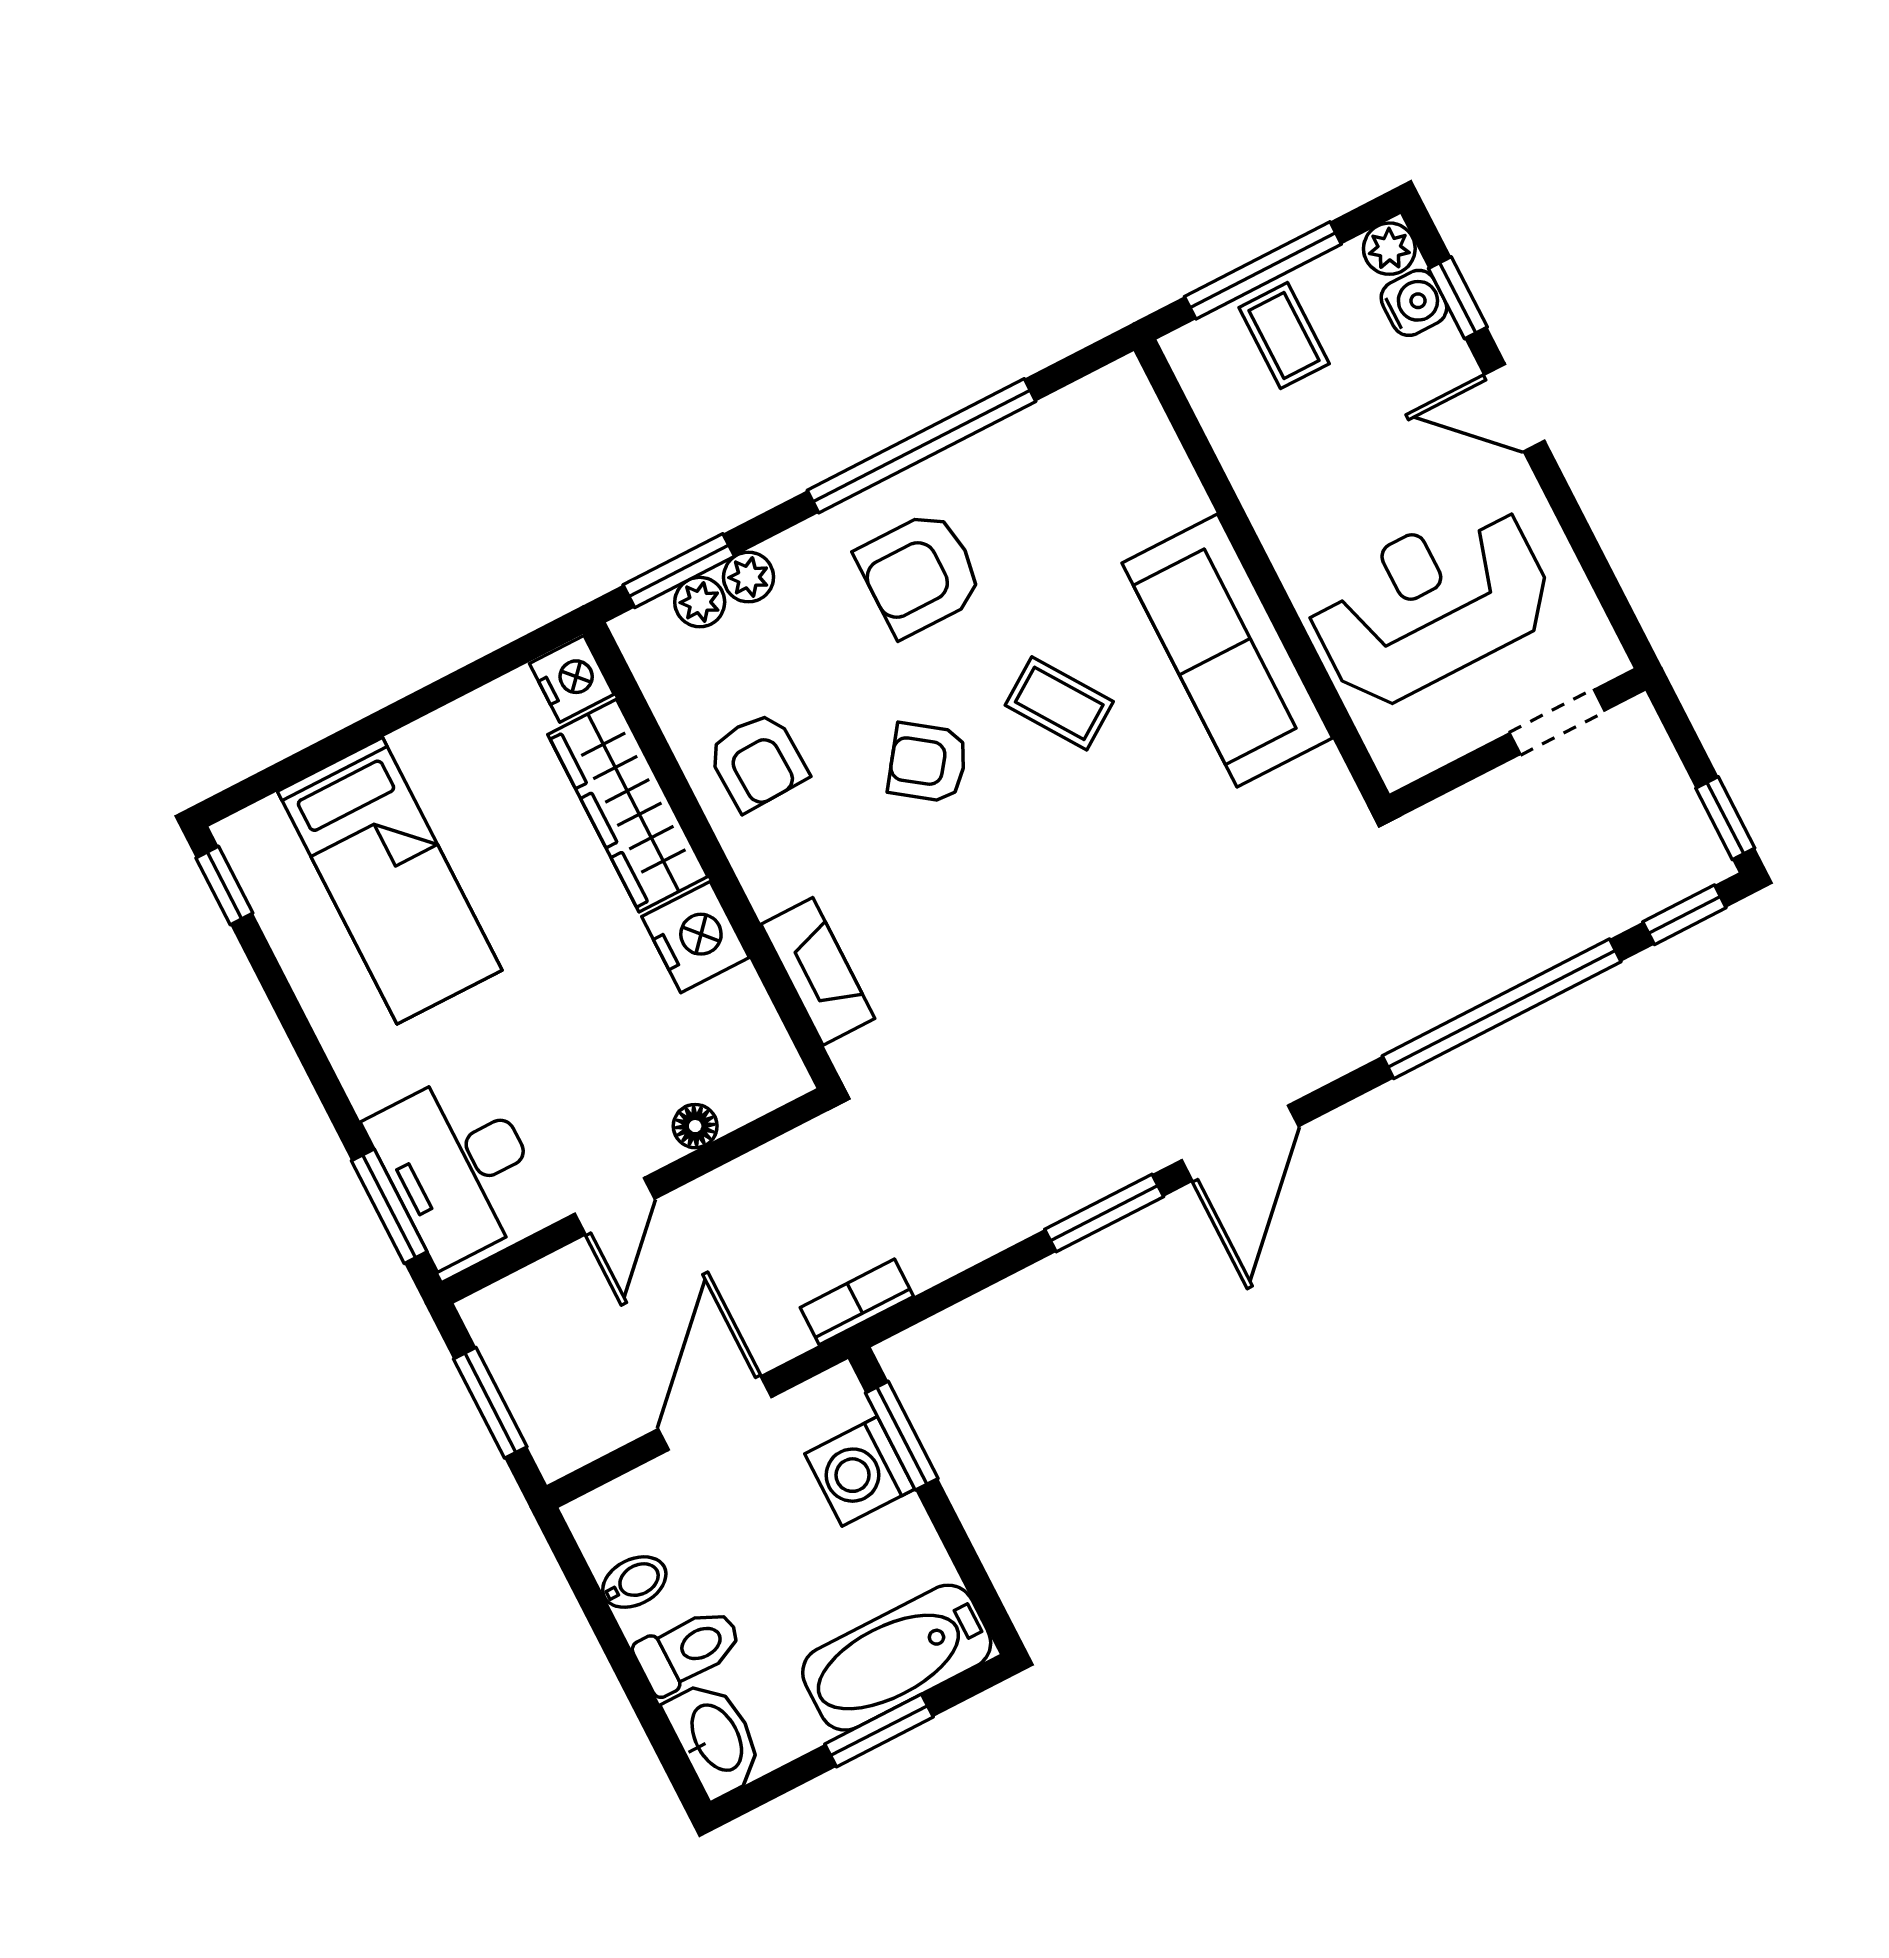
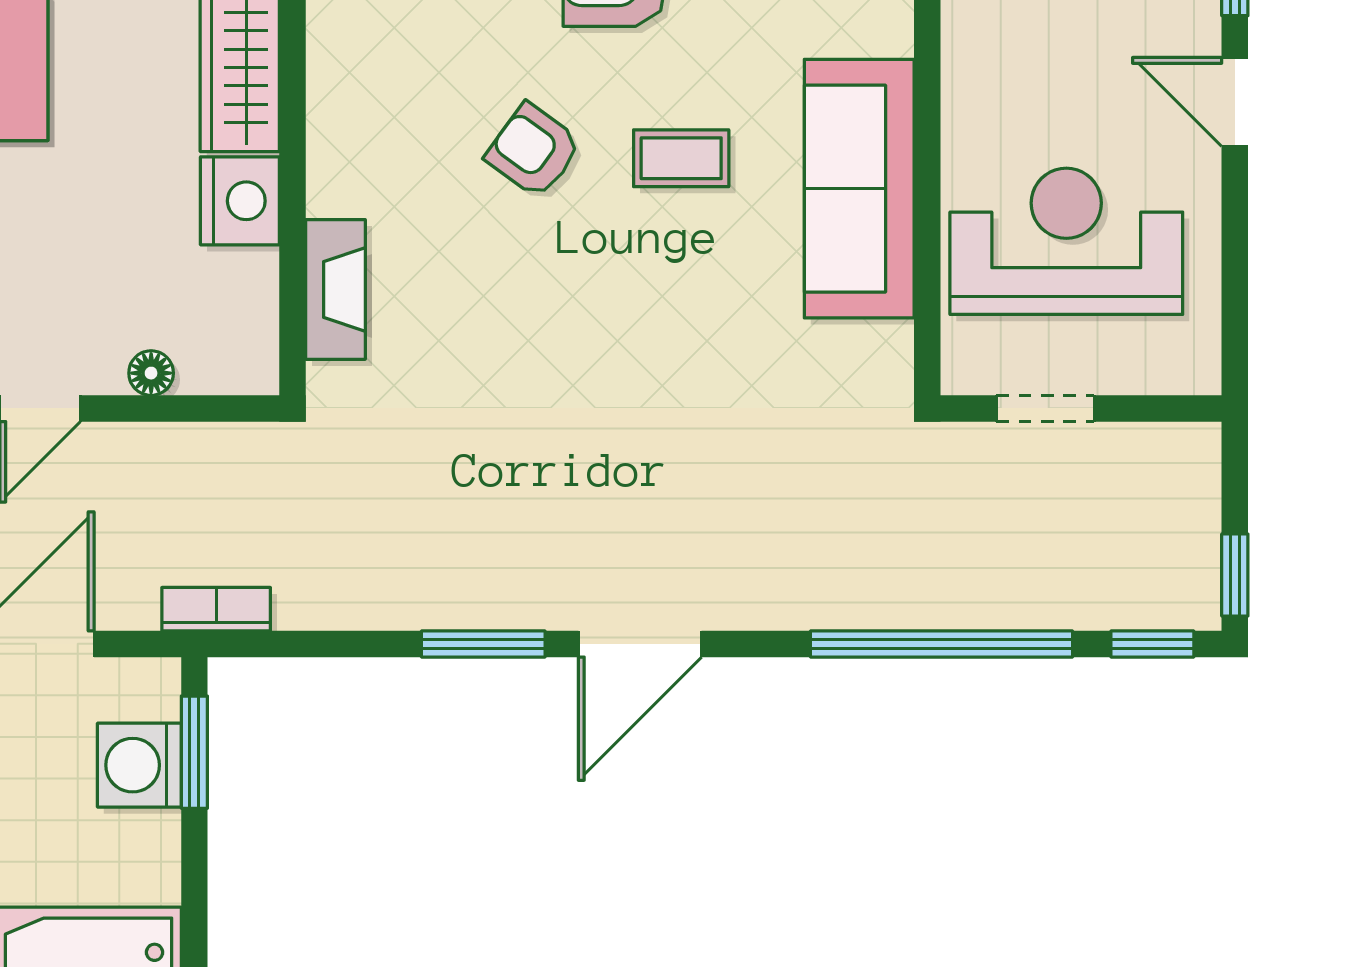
coffee table: (1059, 703) -> (681, 158), turned -56
doorway: (1557, 722) -> (1045, 408), moved
armchair: (757, 761) -> (379, 70), removed

